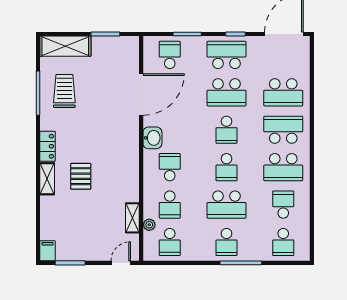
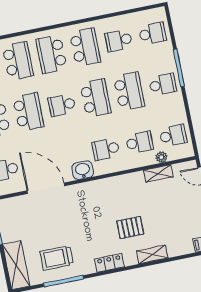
school desk: (226, 130) -> (62, 105), turned 180
school desk: (226, 167) -> (95, 98), width x1.85
shelving: (47, 179) -> (152, 254), moved

